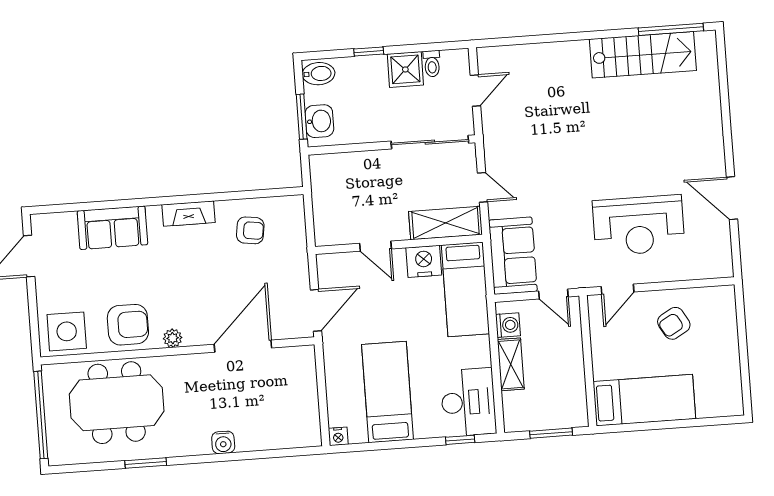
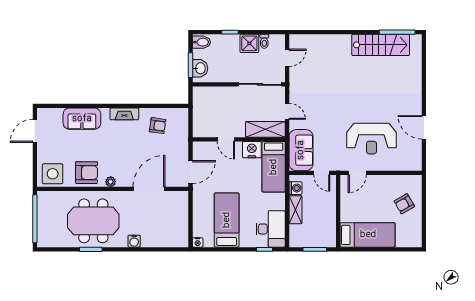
armchair: (674, 323) -> (404, 204), moved
meeting table: (117, 403) -> (93, 221), moved

